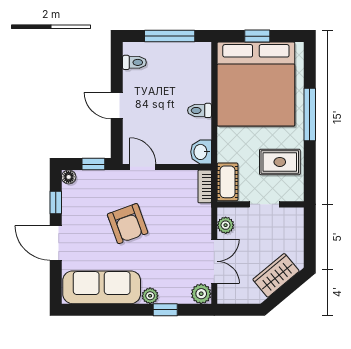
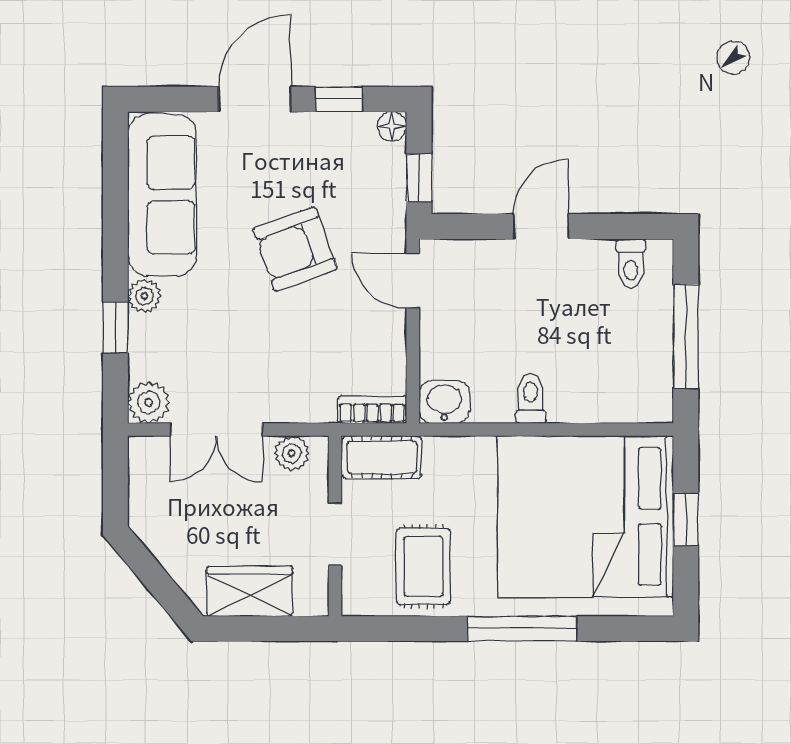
door: (143, 167) -> (413, 281), swing flipped
wardrobe: (276, 275) -> (250, 591), moved, turned -50

